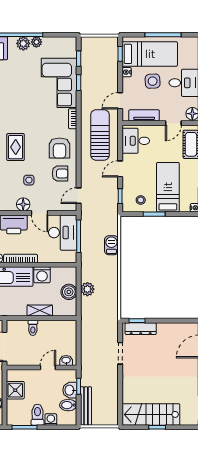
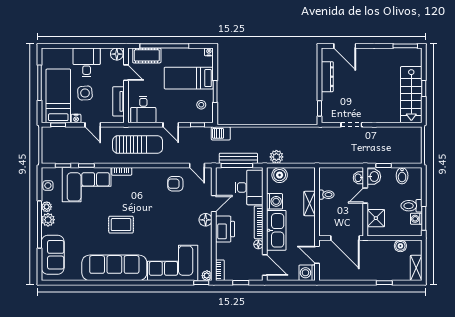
door: (120, 101) -> (93, 125), moved
sun lounger: (100, 135) -> (138, 145), turned 180
rug: (16, 147) -> (121, 225), moved
armchair: (60, 148) -> (150, 184), removed
armchair: (60, 174) -> (175, 184), turned -90
side table: (29, 180) -> (48, 186), moved
desk: (63, 233) -> (249, 187), moved, turned 90
barbecue: (111, 245) -> (221, 133), moved
plant: (87, 289) -> (276, 157), moved
boiler: (69, 292) -> (280, 175), moved
toilet: (33, 328) -> (326, 195), moved
dresser: (141, 329) -> (327, 77), moved
door: (48, 367) -> (365, 196), hinge flipped
shower: (15, 390) -> (376, 218), moved
washbasin: (70, 390) -> (374, 177), moved, turned -90
bench: (86, 406) -> (238, 158), moved
washing machine: (51, 420) -> (416, 219), moved

